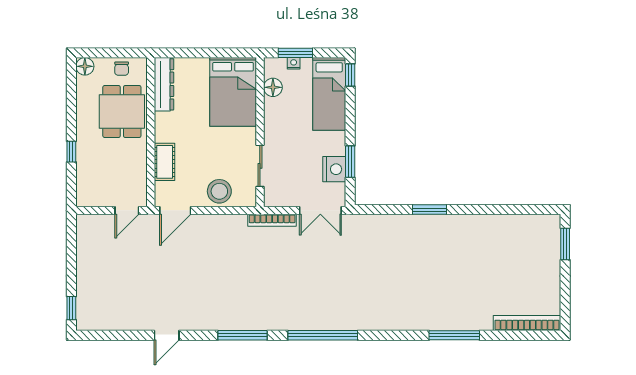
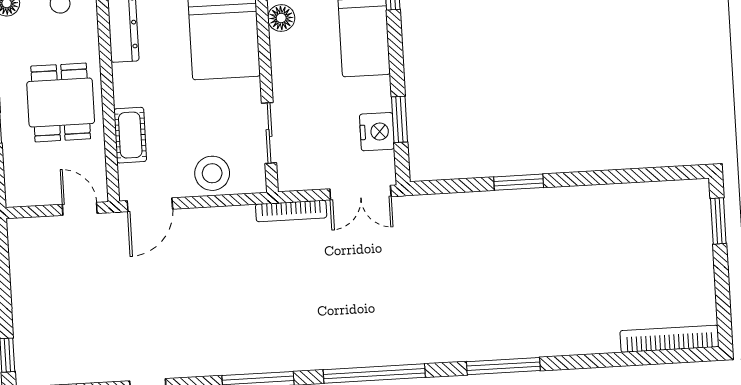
dining table: (122, 111) -> (61, 102), moved
door: (127, 210) -> (80, 209), swing flipped
window: (454, 335) -> (503, 366), moved

